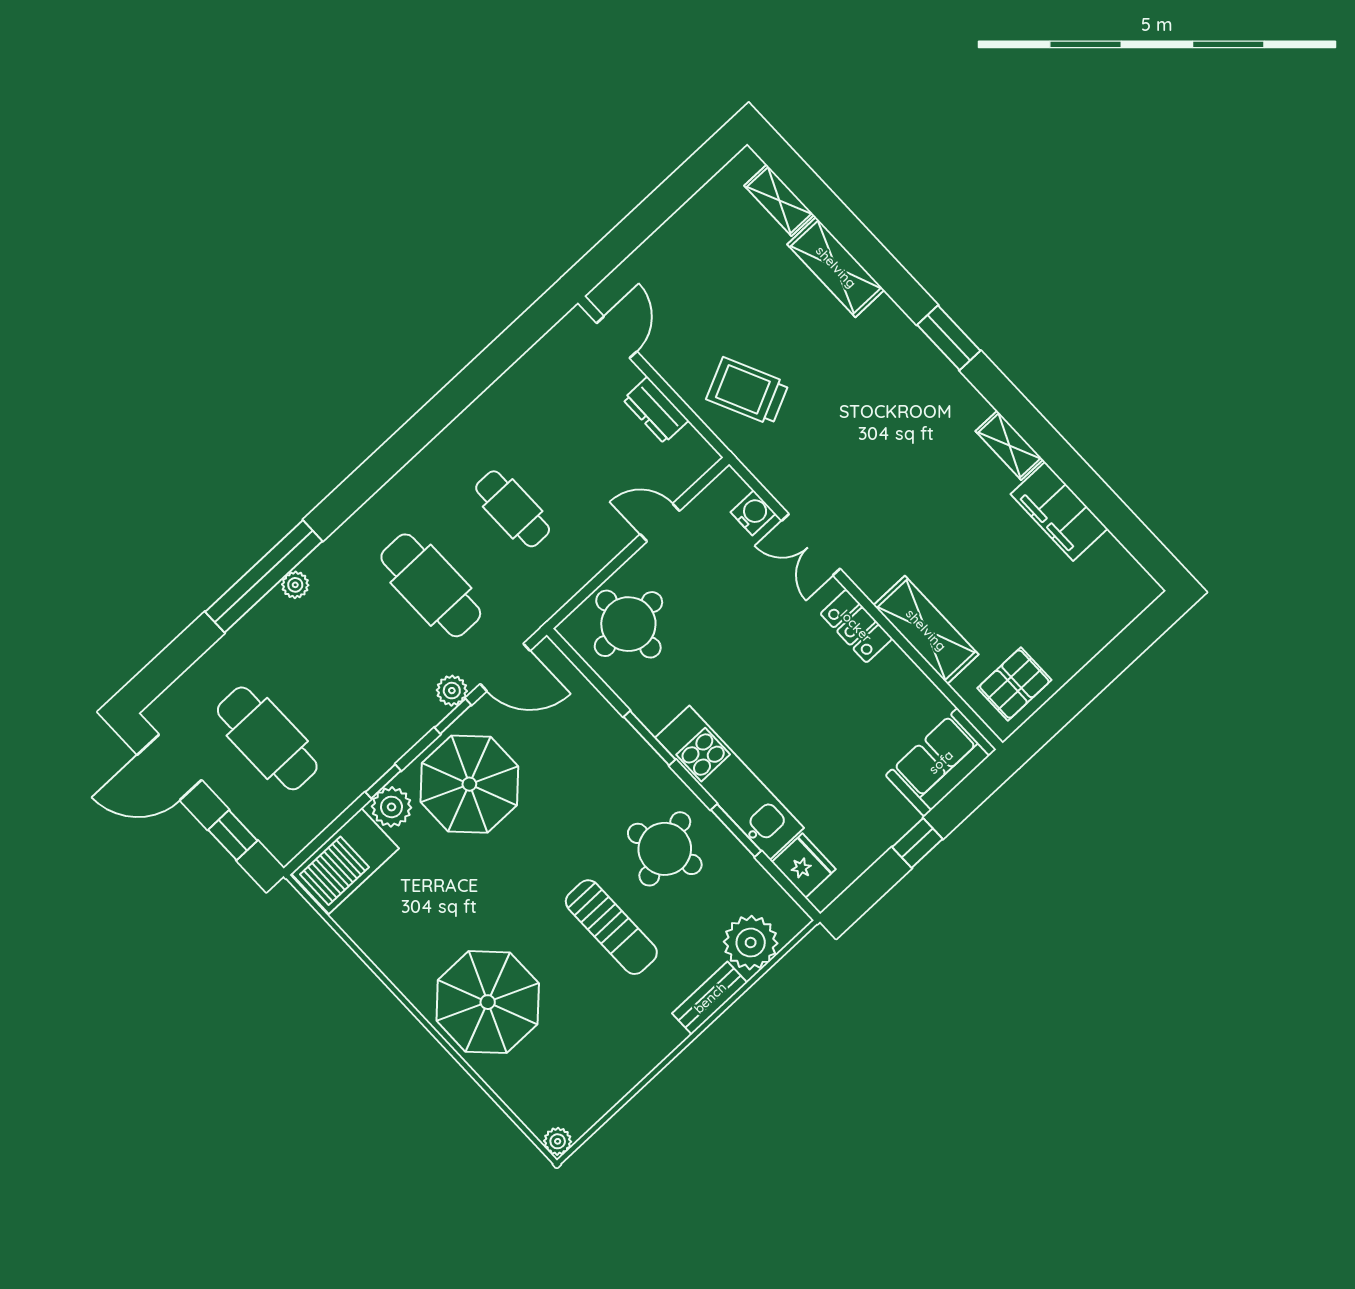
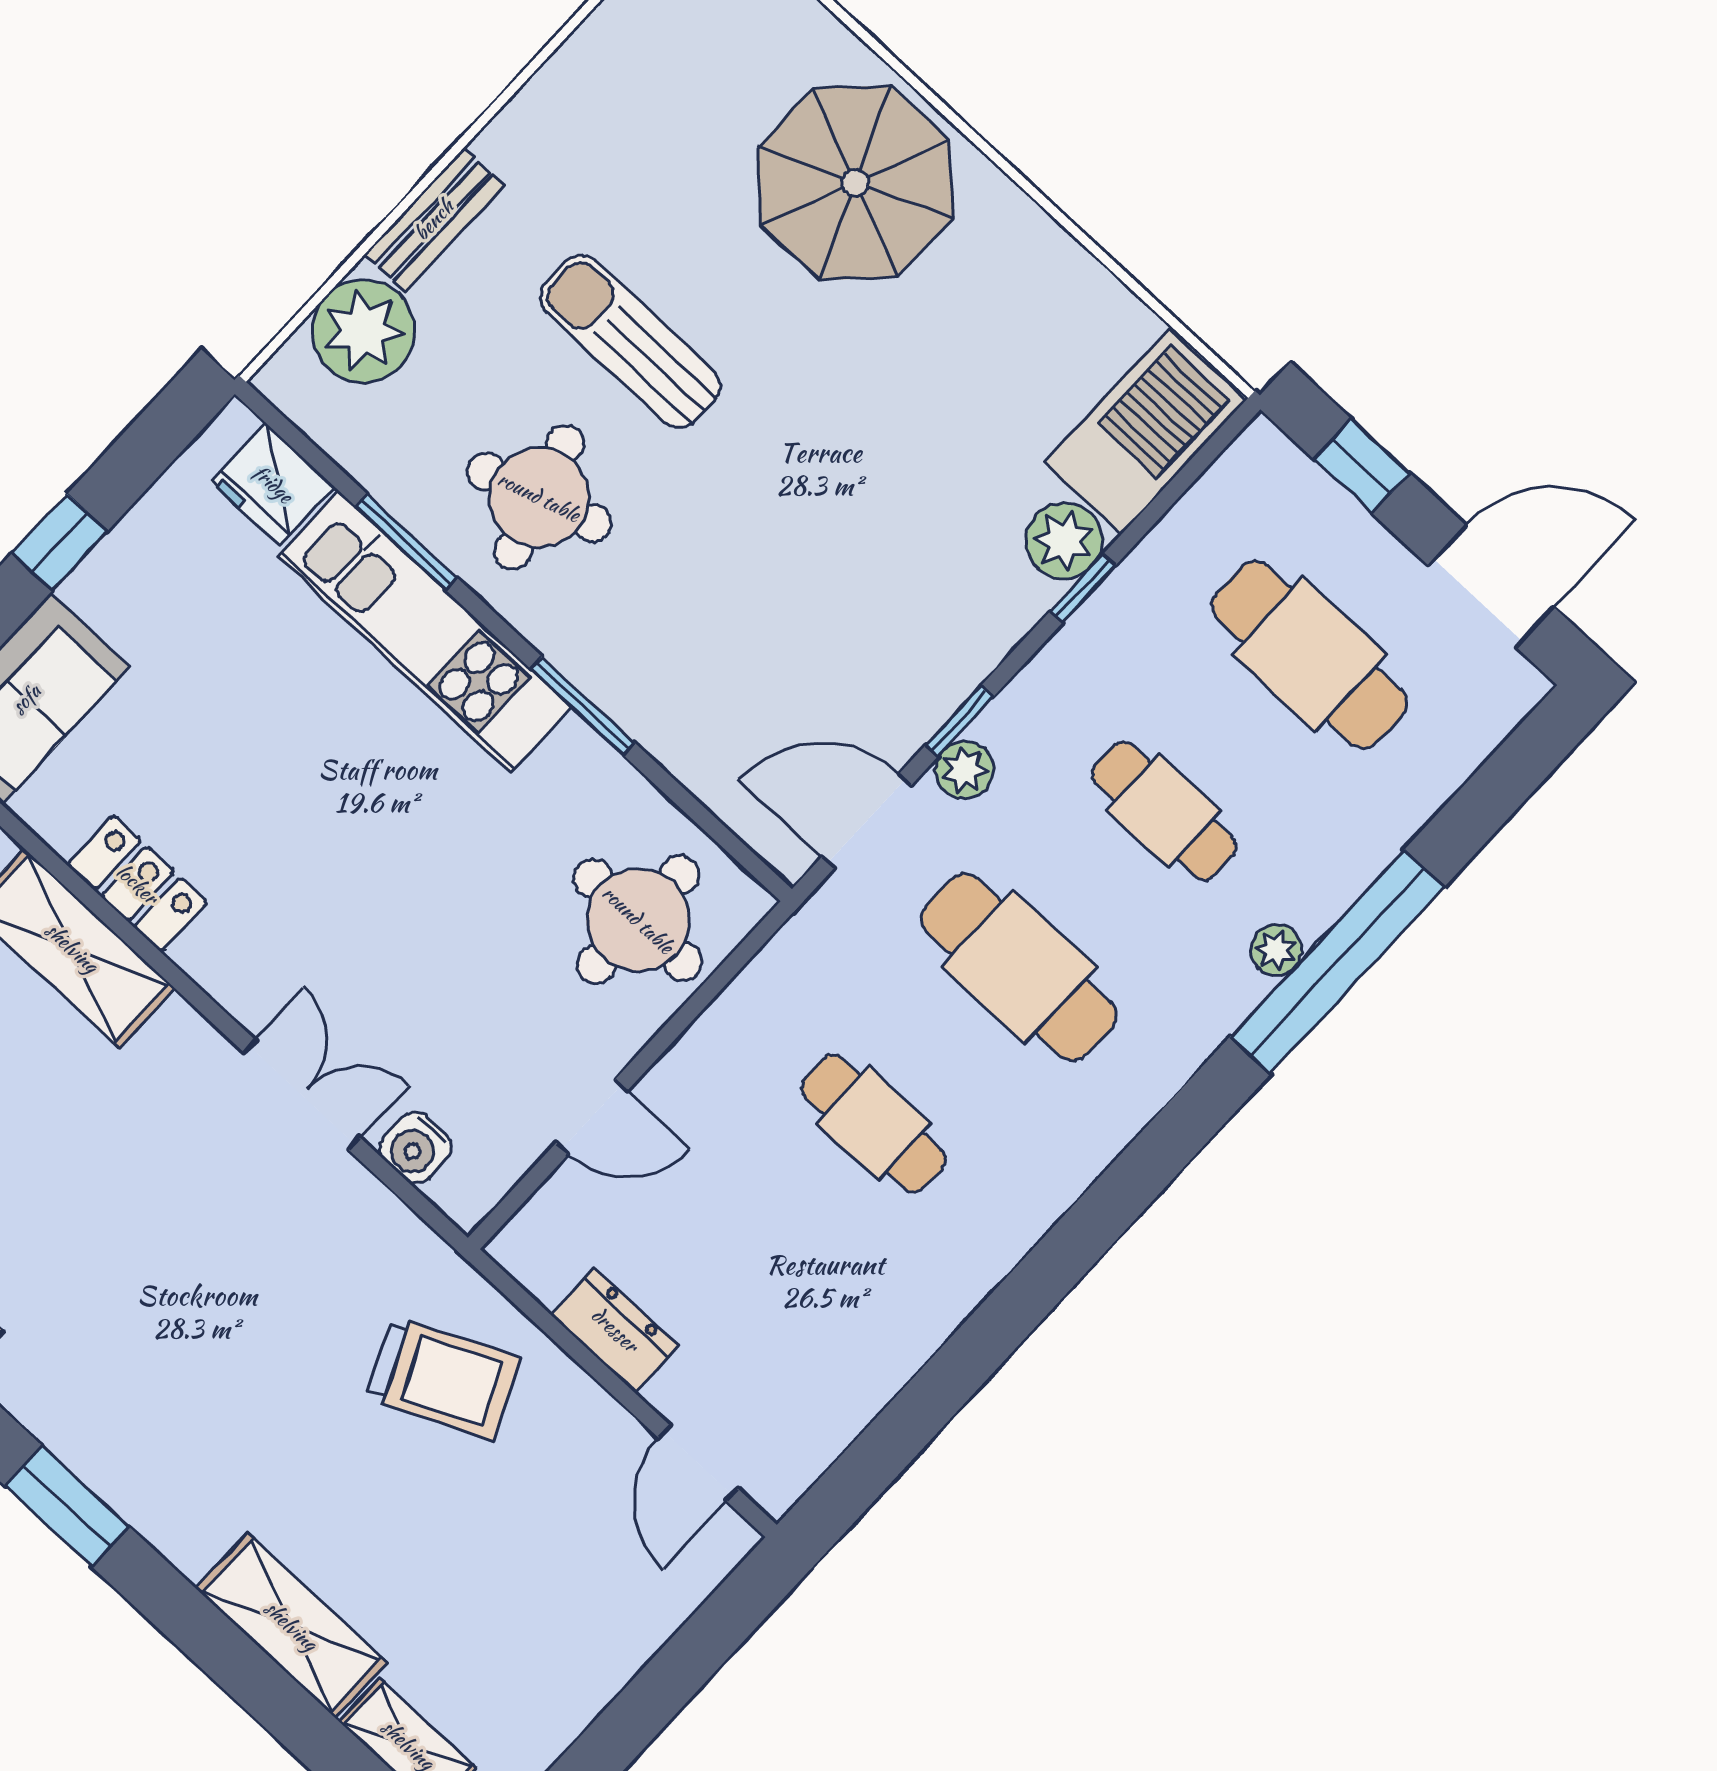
locker: (856, 626) -> (137, 884), moved
cafe table: (349, 662) -> (1164, 811), added
parasol: (469, 784) -> (919, 595), removed

